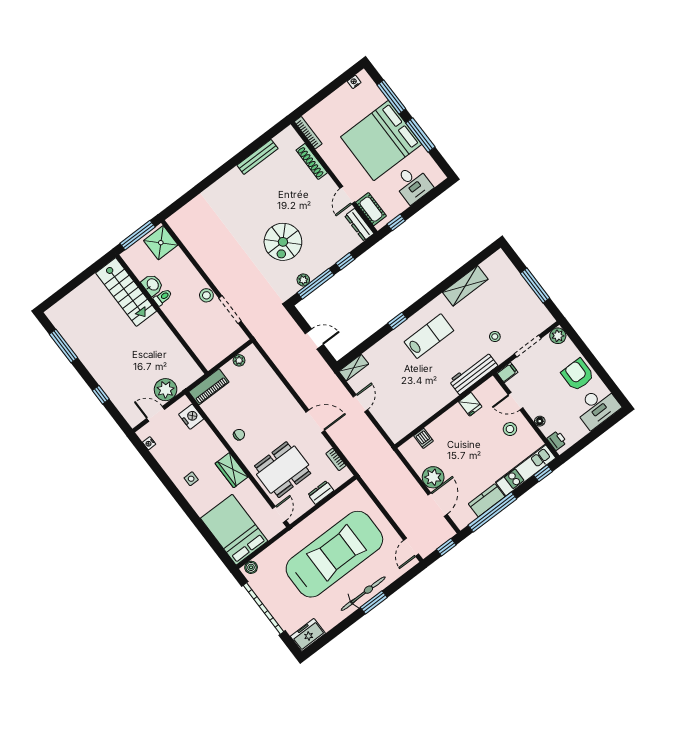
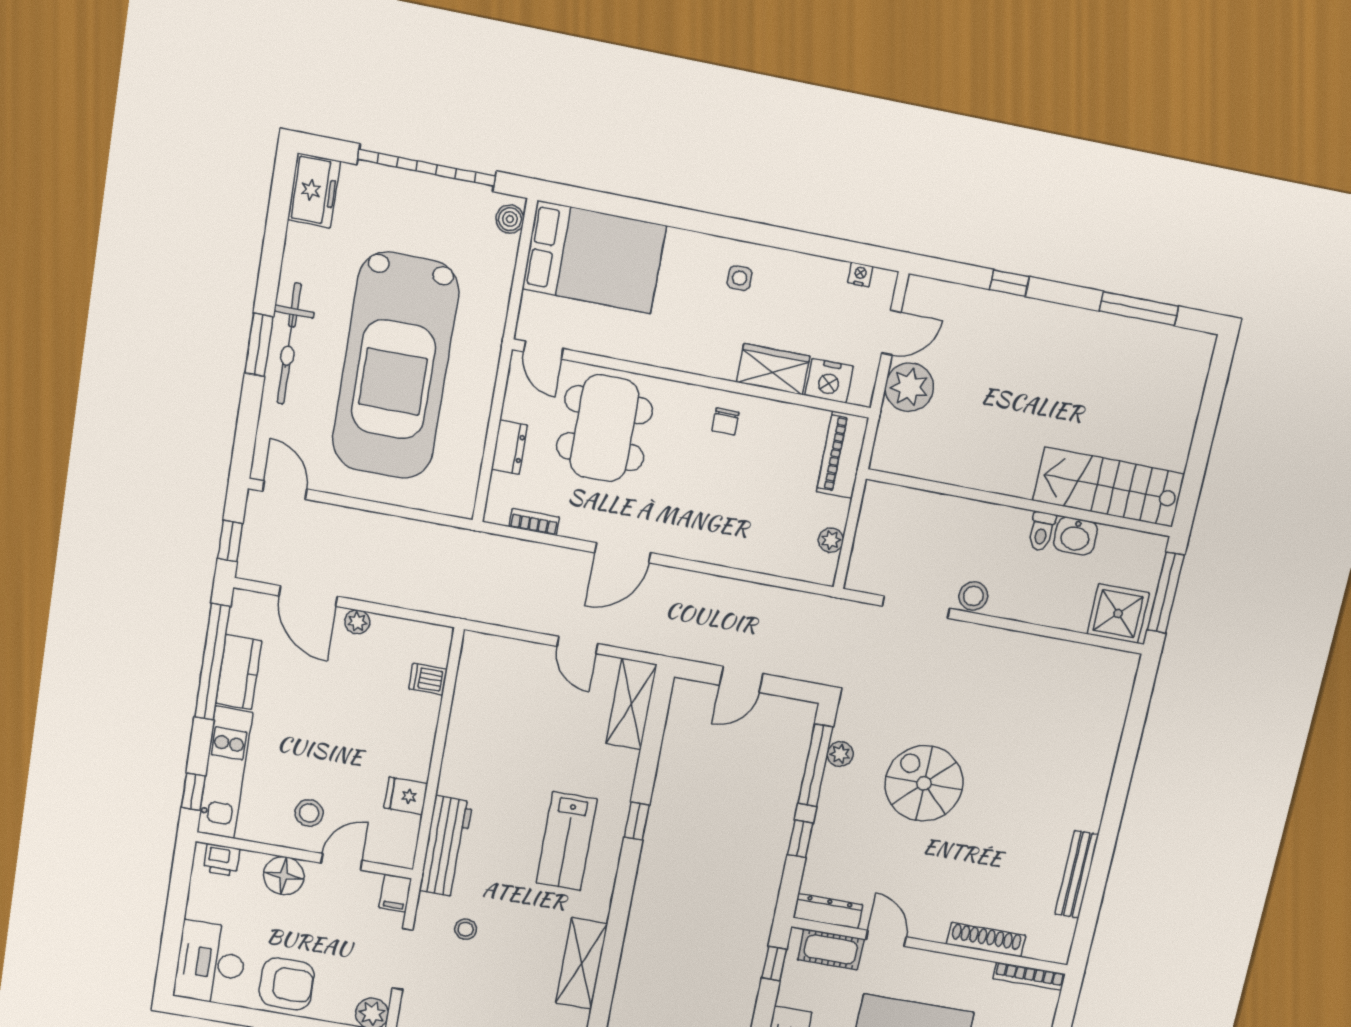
shelving: (354, 368) -> (632, 704), width x1.50, depth x1.33
floor lamp: (540, 421) -> (284, 876), width x1.89, depth x1.89
wardrobe: (232, 470) -> (773, 369), moved
plant: (433, 477) -> (357, 622), width x0.53, depth x0.53

